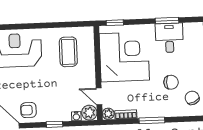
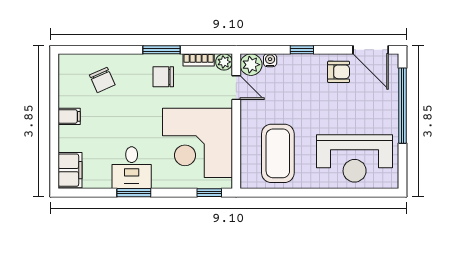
coffee table: (68, 52) -> (278, 153), width x1.36, depth x1.32
chair: (171, 82) -> (163, 77), moved

